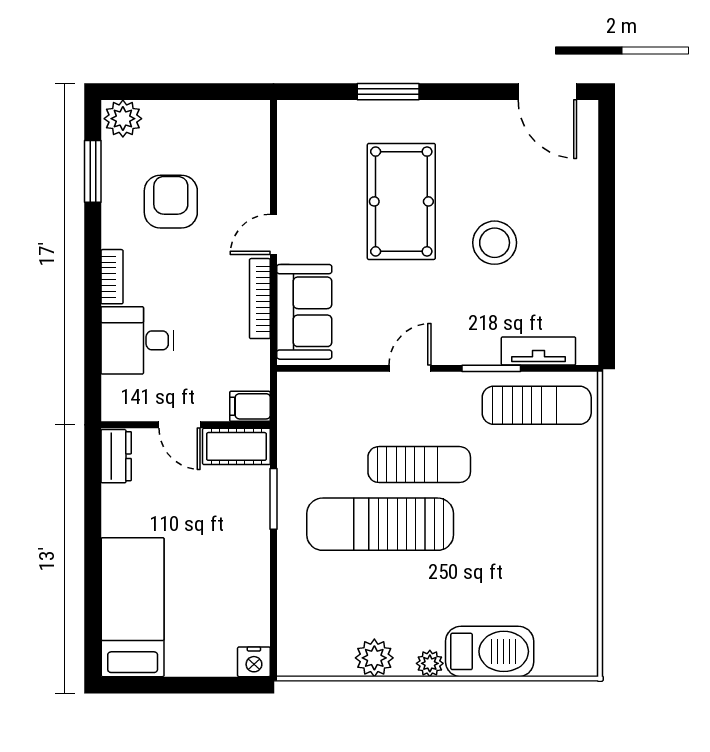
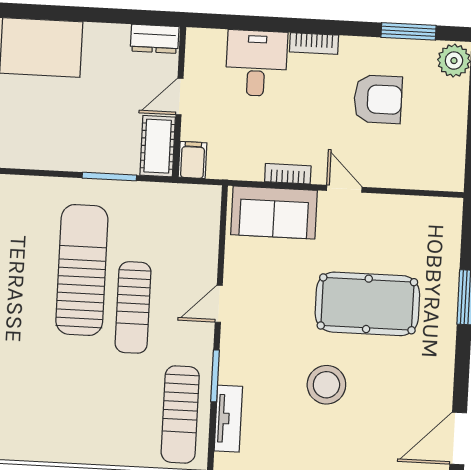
bookcase: (260, 299) -> (288, 174), width x0.64
door: (410, 368) -> (219, 304), swing flipped

